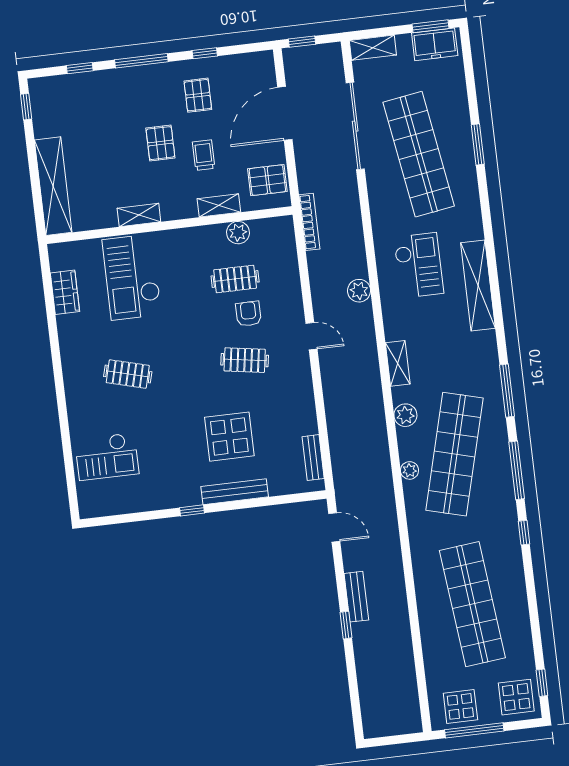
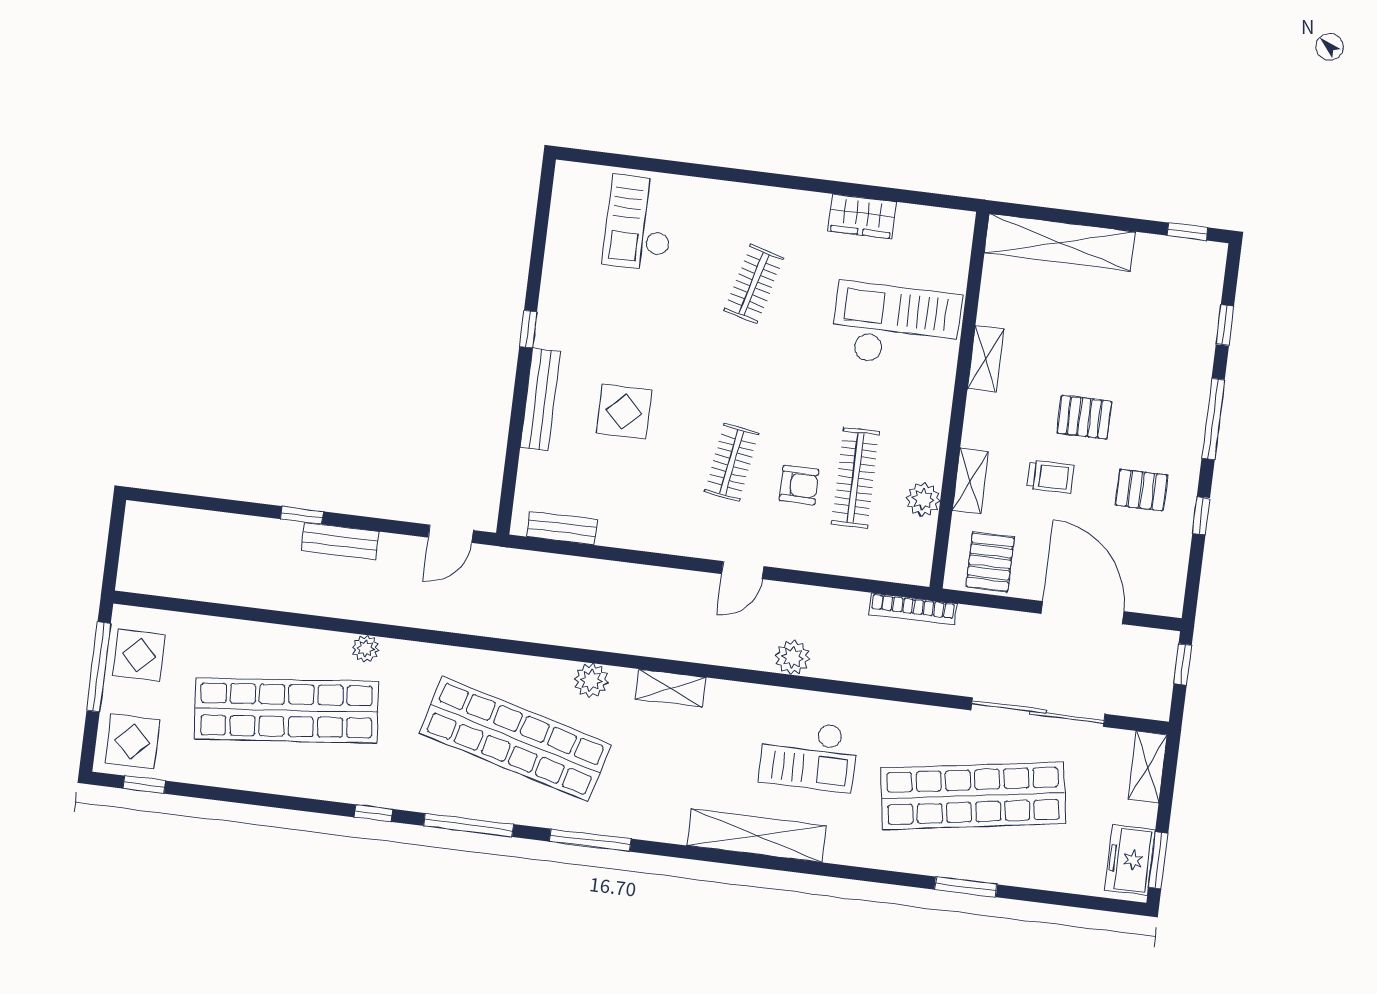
clothes rail: (235, 279) -> (855, 478), width x1.36
wardrobe: (65, 292) -> (862, 216), moved
display table: (229, 437) -> (624, 412), width x0.73, depth x0.73
plant: (410, 470) -> (366, 649), moved

